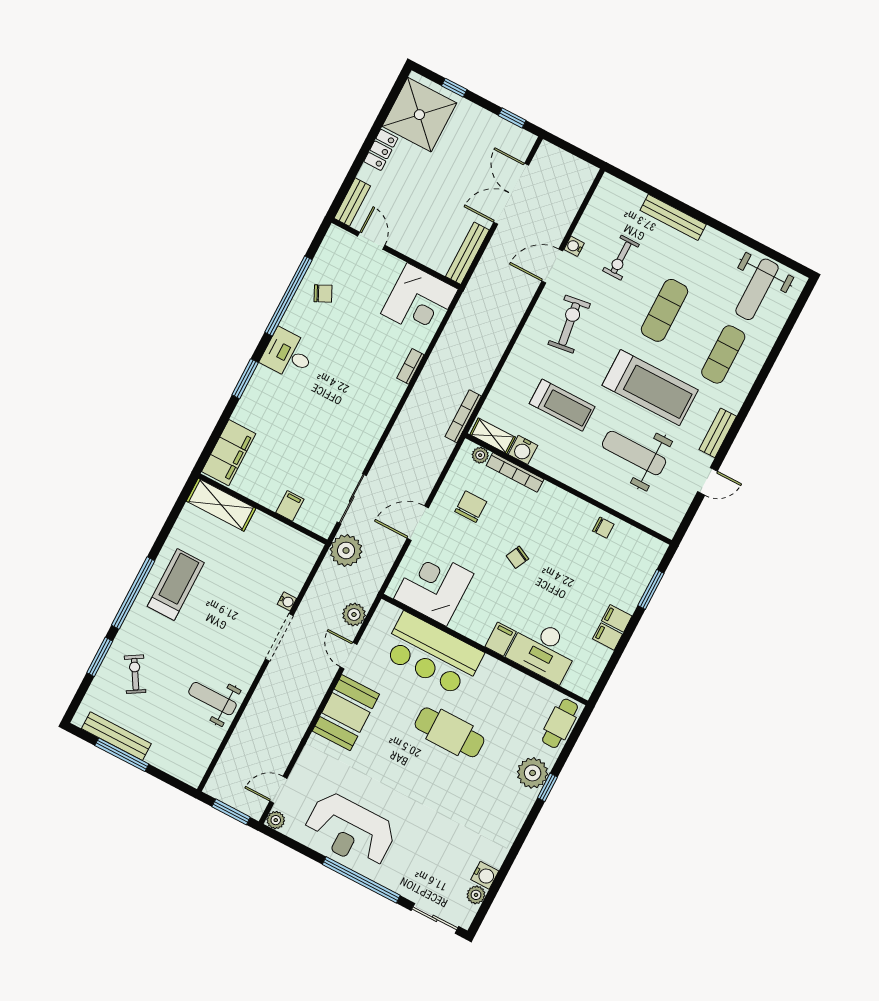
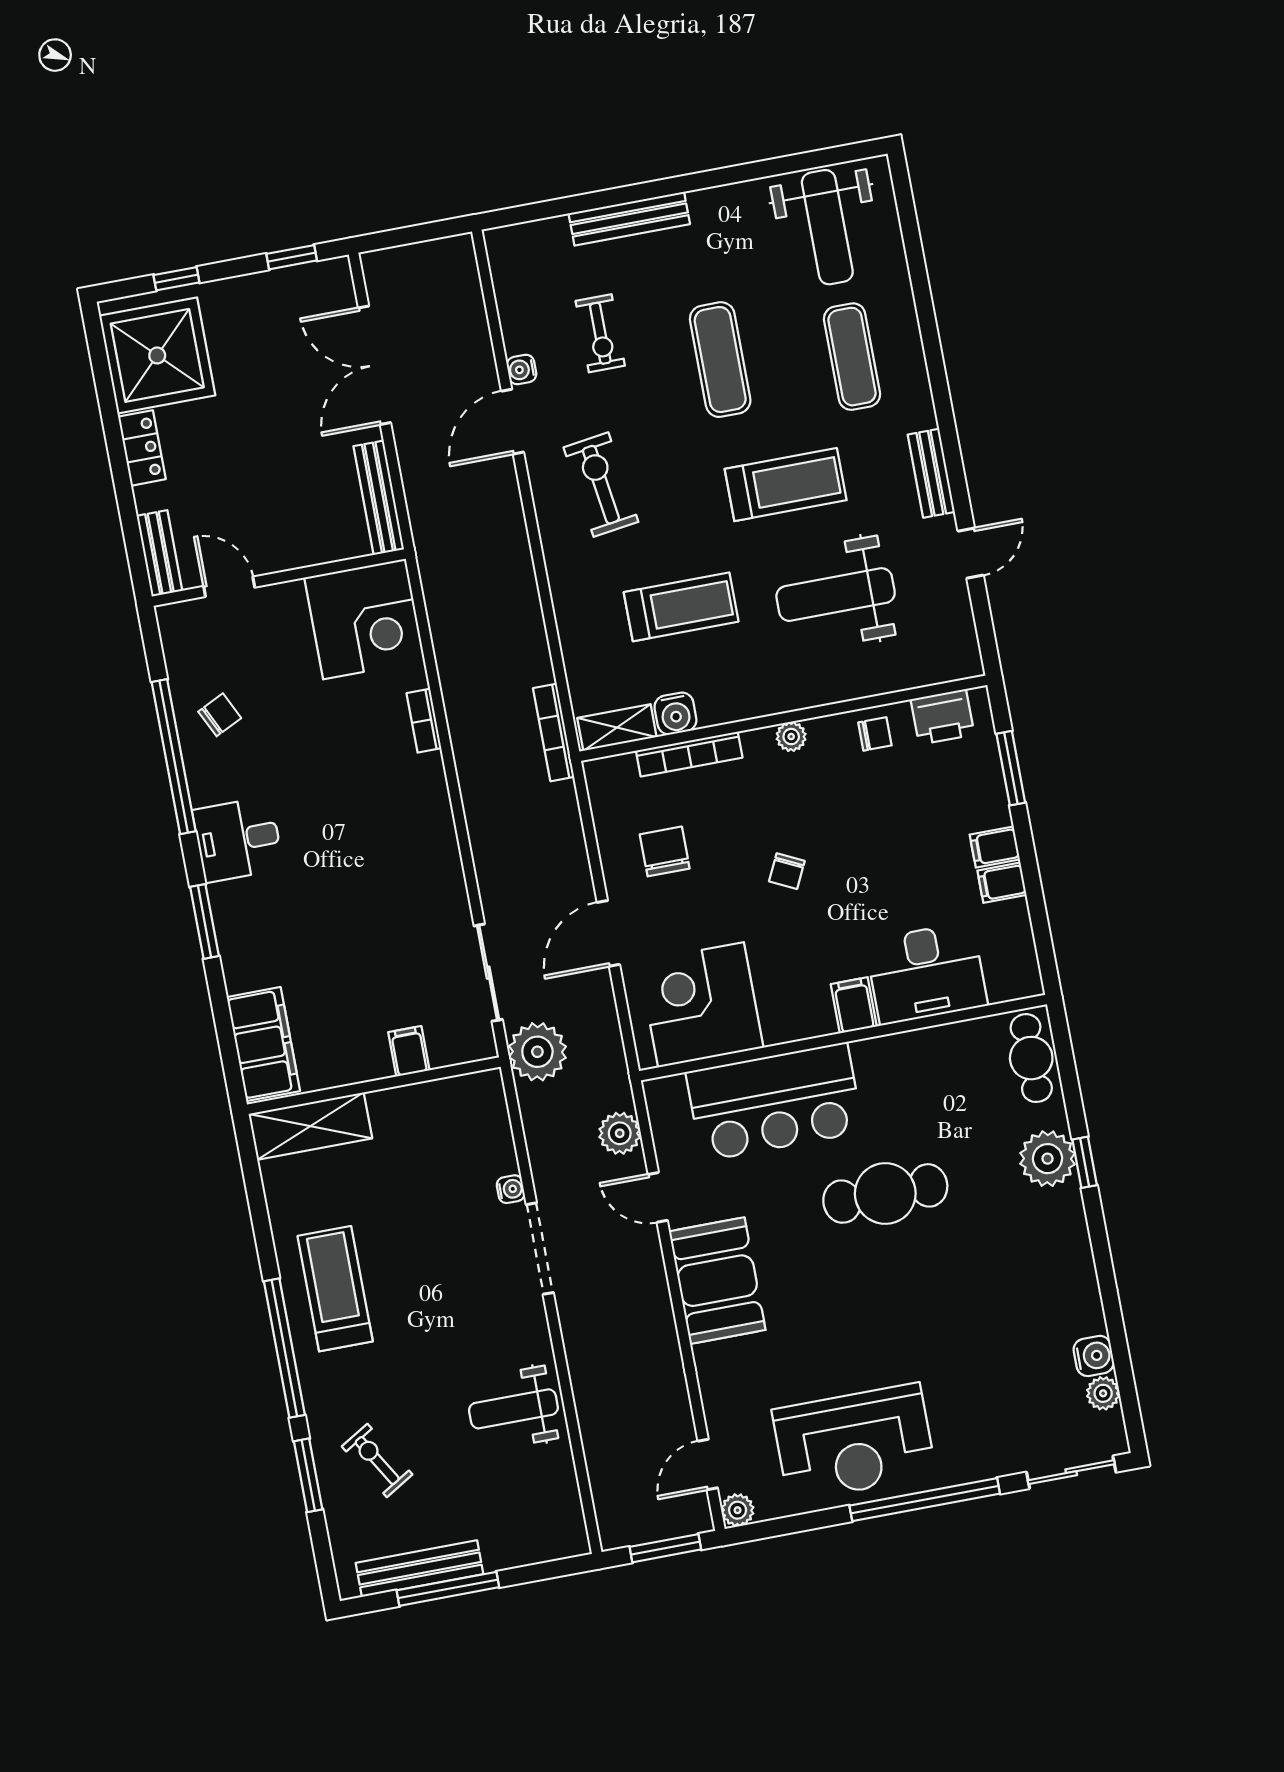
treadmill: (650, 388) -> (786, 485), width x0.73, depth x0.73
plant: (480, 455) -> (791, 737), moved
printer: (639, 543) -> (942, 717), added

